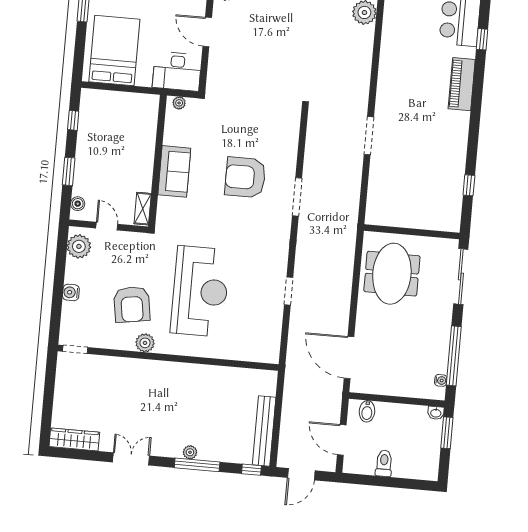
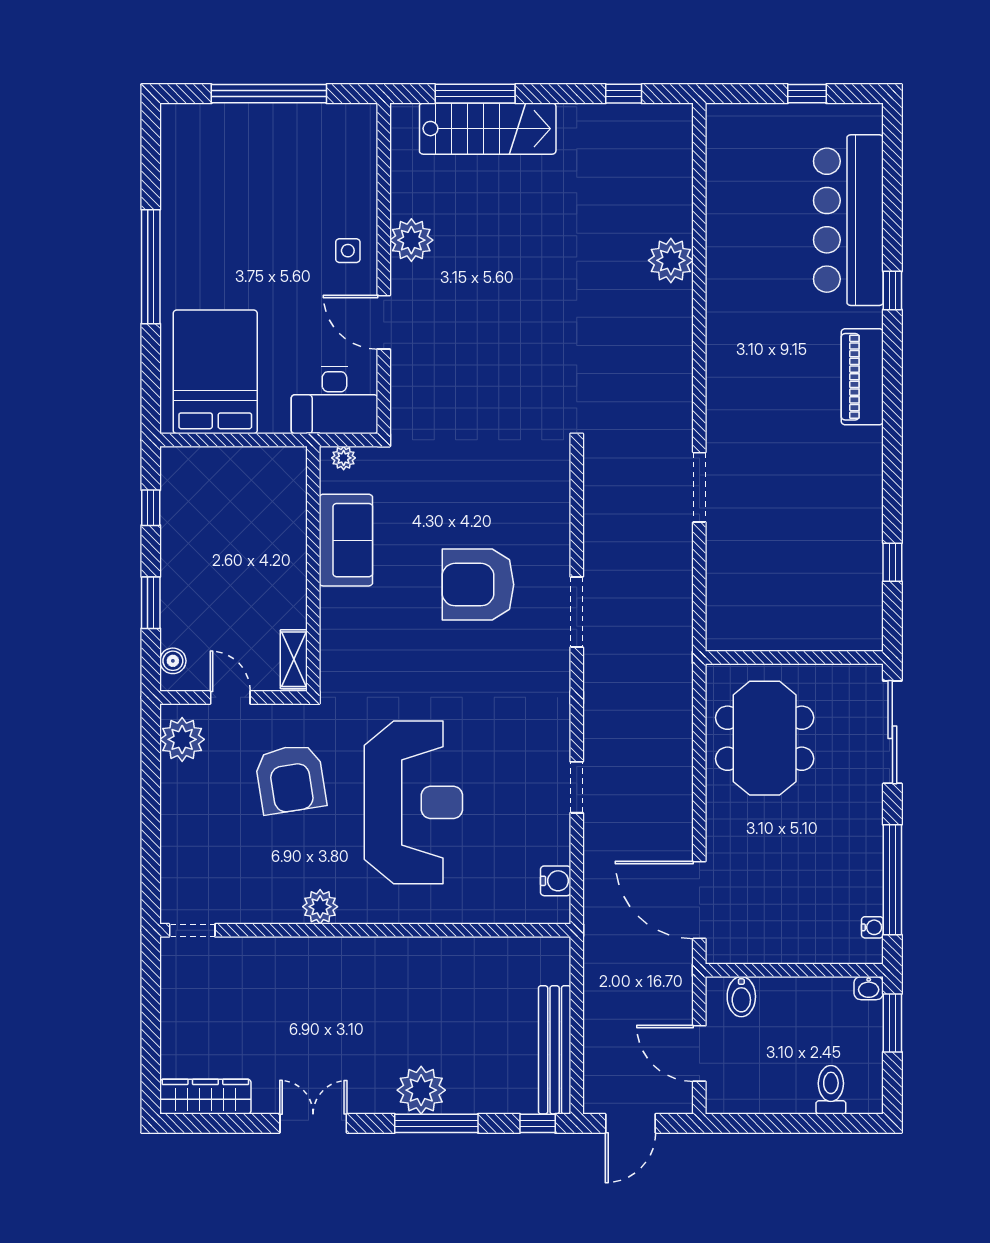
sofa: (174, 171) -> (346, 540), moved
water cooler: (71, 292) -> (556, 881), moved, turned 180
armchair: (132, 304) -> (290, 779), moved
plant: (190, 452) -> (421, 1090), width x1.88, depth x1.88
toilet: (384, 463) -> (831, 1090), moved

